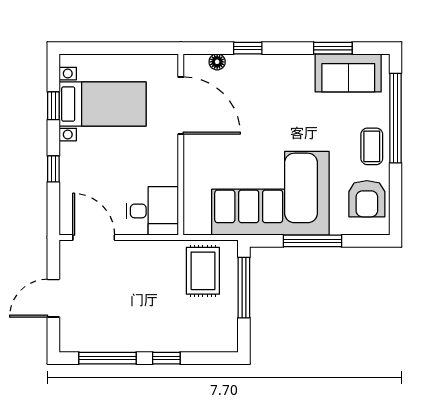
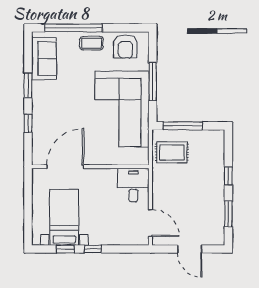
window: (333, 48) -> (28, 85), moved
floor lamp: (217, 62) -> (37, 143), removed
window: (53, 169) -> (93, 249), moved
armchair: (367, 199) -> (125, 46), turned 90
door: (94, 238) -> (150, 223), swing flipped
window: (108, 358) -> (228, 214), width x0.69

